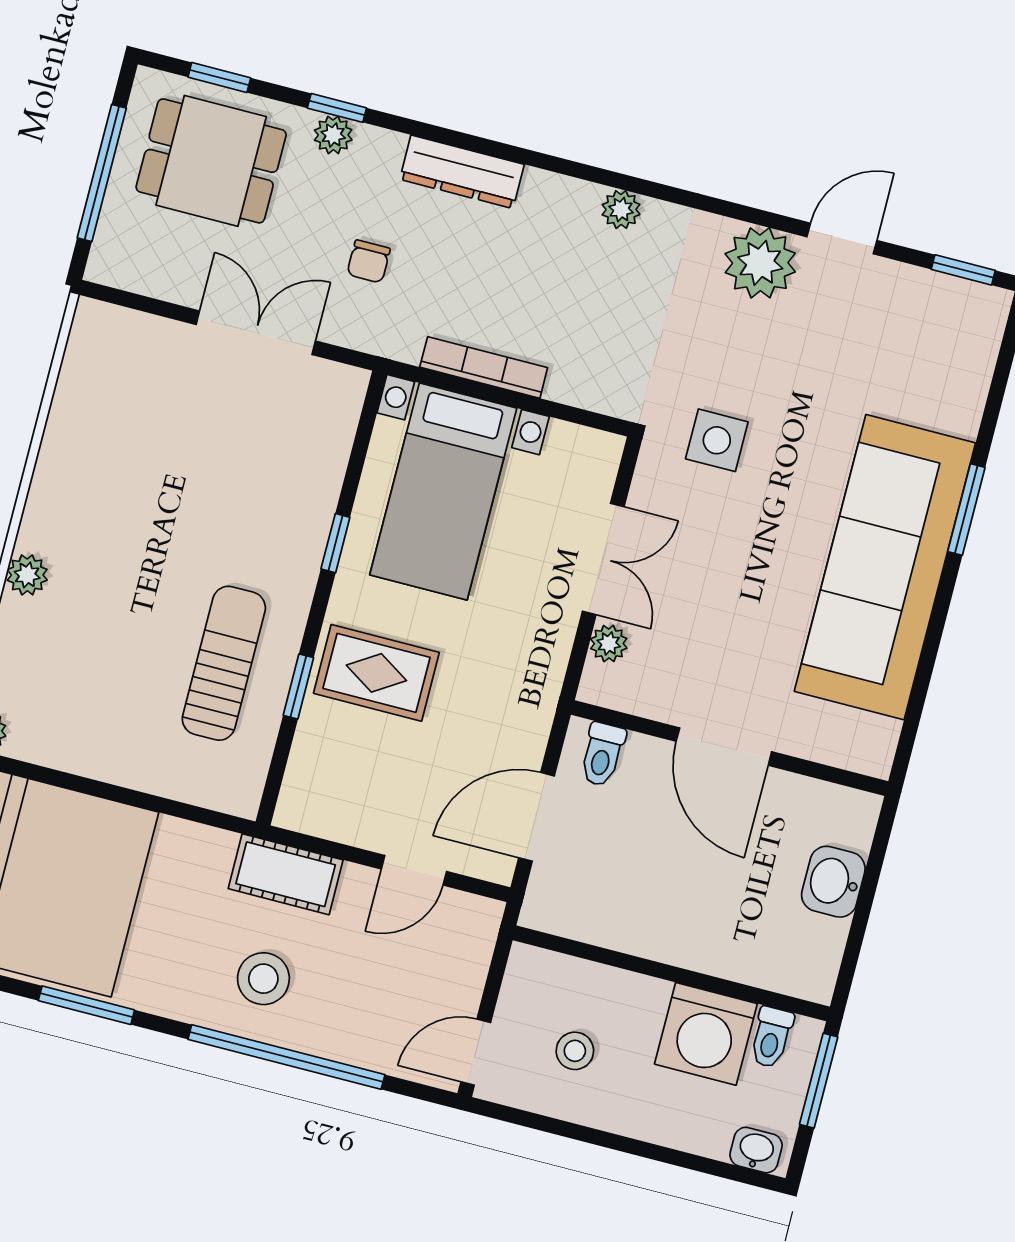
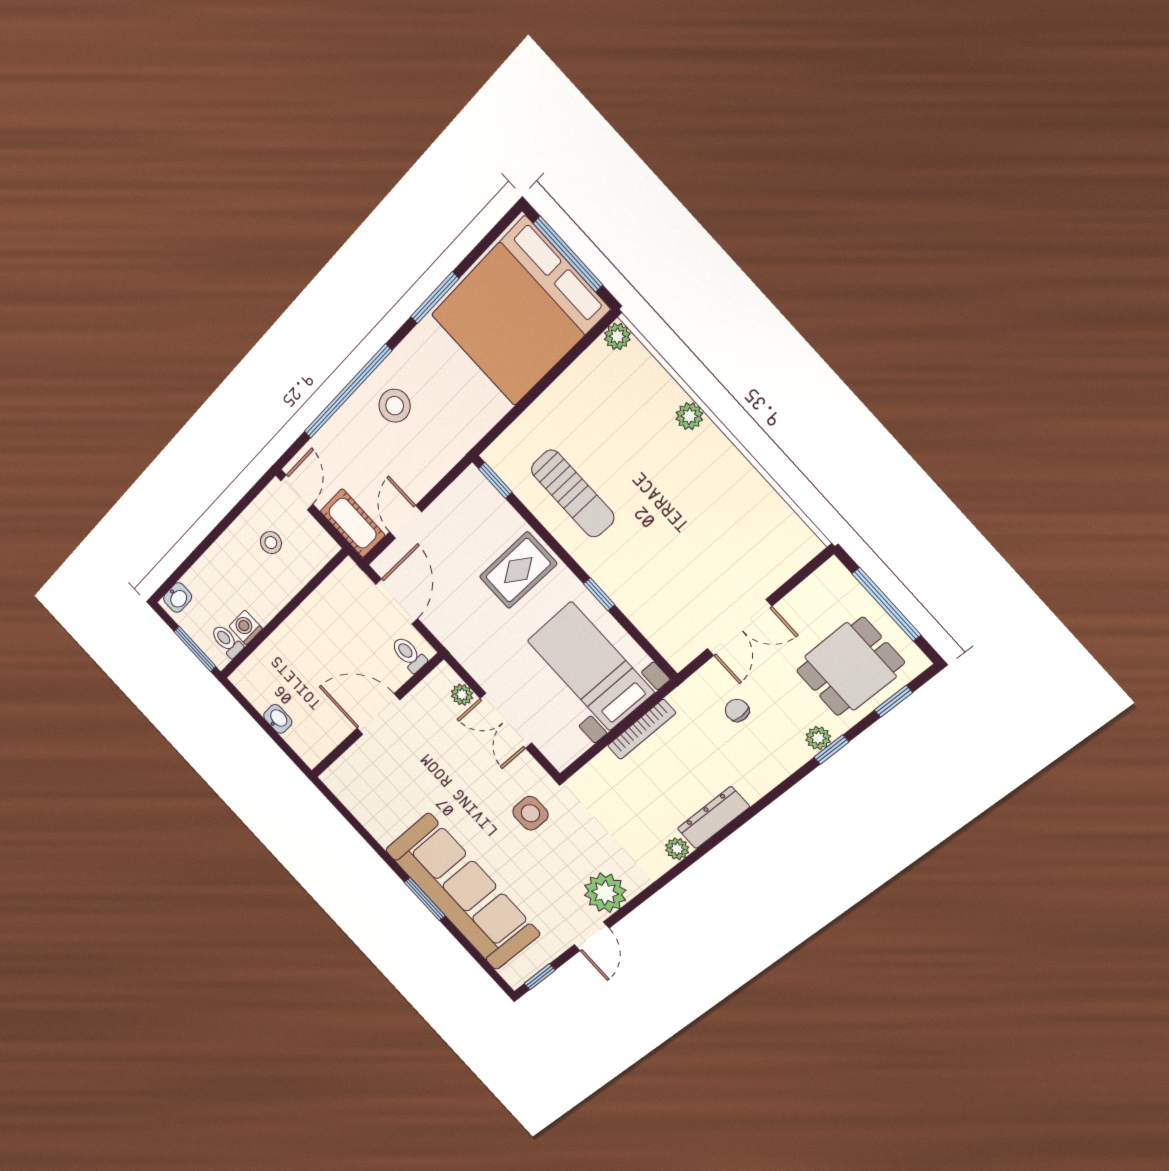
dresser: (462, 172) -> (713, 818), moved
sofa: (885, 567) -> (463, 892), moved
window: (298, 686) -> (495, 480), moved
cot: (286, 874) -> (353, 523), moved, turned 90
washbasin: (833, 882) -> (278, 719), width x0.72, depth x0.69
washing machine: (706, 1034) -> (246, 628), width x0.53, depth x0.53

